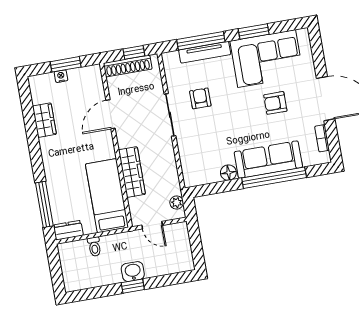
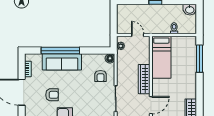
armchair: (200, 98) -> (101, 76), moved
wardrobe: (132, 172) -> (144, 79), moved
floor lamp: (228, 173) -> (110, 58), moved
dresser: (68, 230) -> (188, 41), removed
washbasin: (133, 272) -> (190, 10), moved

